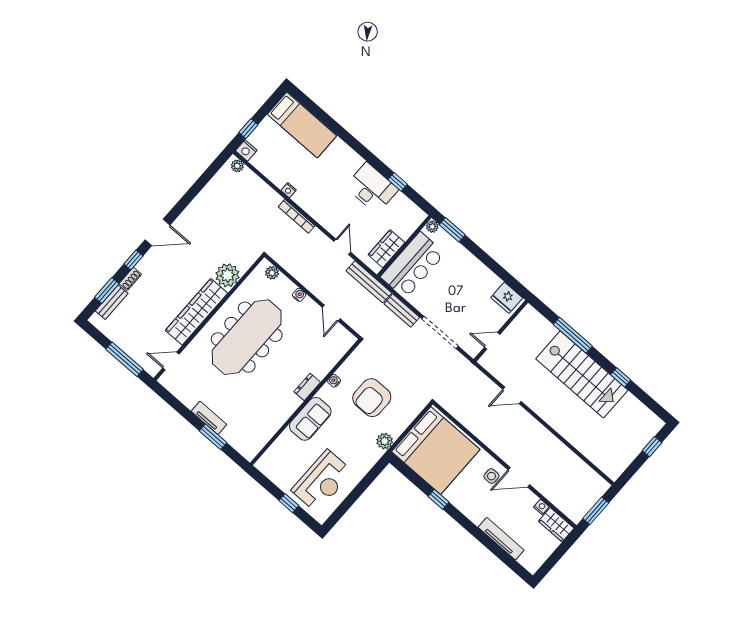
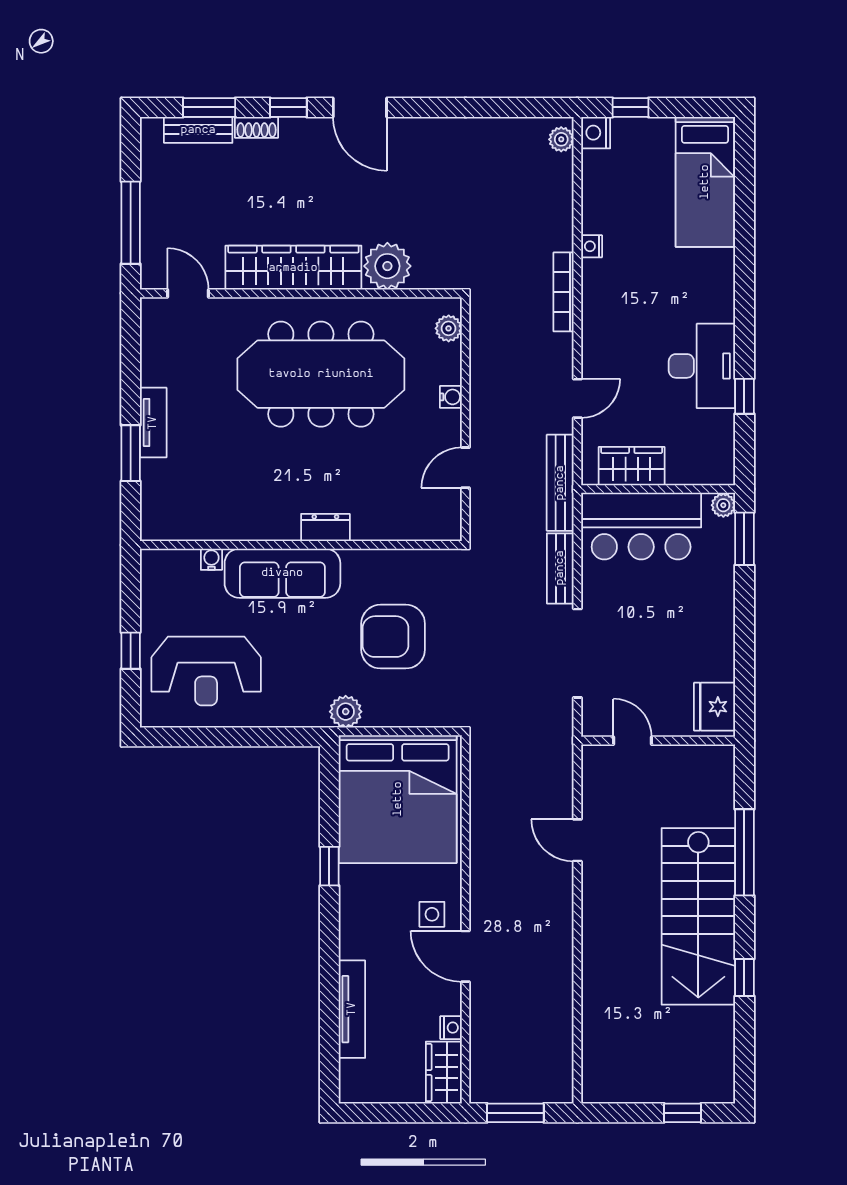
water cooler: (334, 381) -> (211, 559), moved
sofa: (310, 419) -> (282, 573), width x1.36

